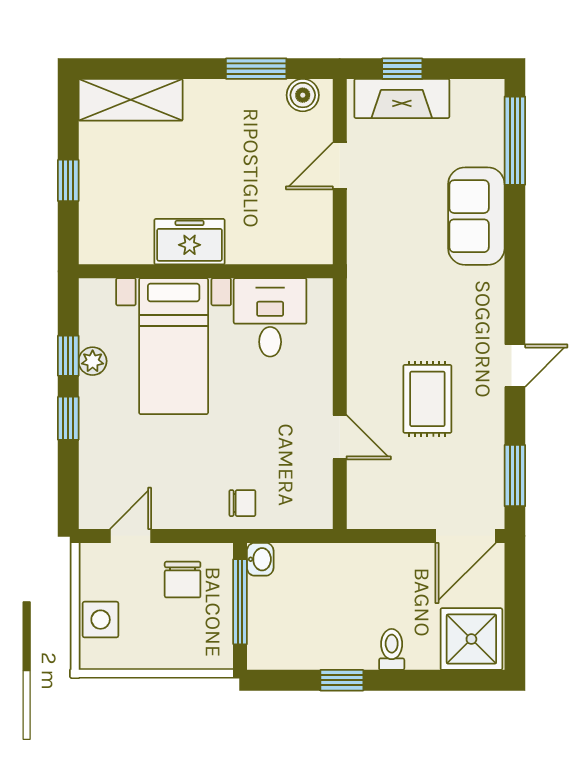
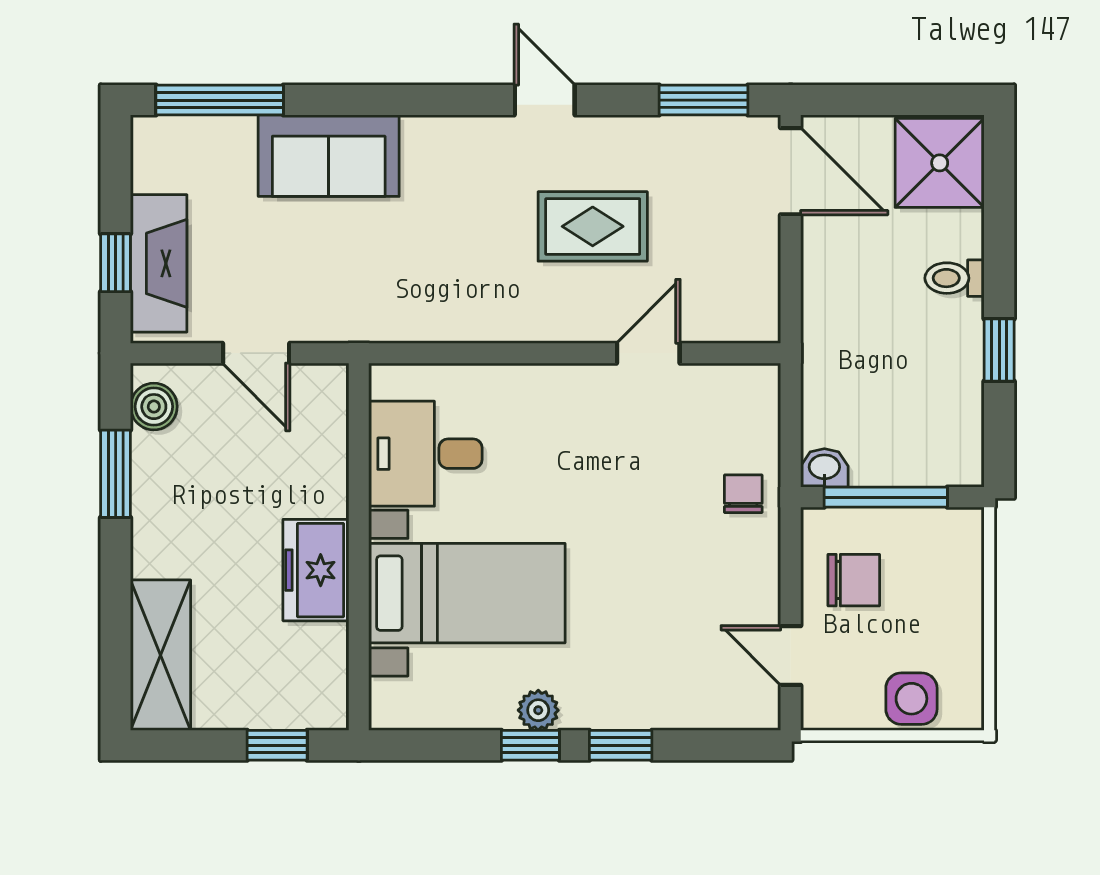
freezer: (190, 242) -> (316, 570), moved
wall: (206, 271) -> (359, 547), moved
desk: (270, 317) -> (425, 454), moved
bed with nightstands: (174, 346) -> (467, 593), moved

